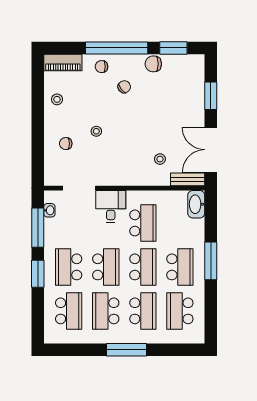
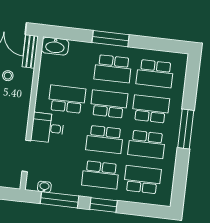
school desk: (106, 267) -> (105, 139), turned 180
school desk: (180, 267) -> (113, 69), turned 180

